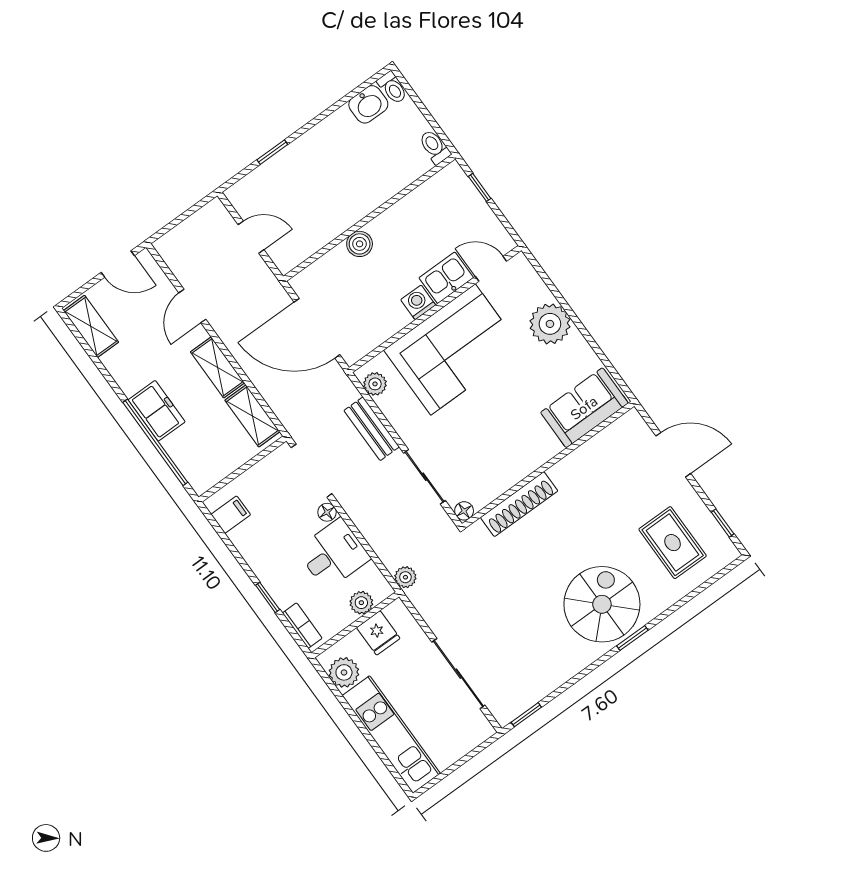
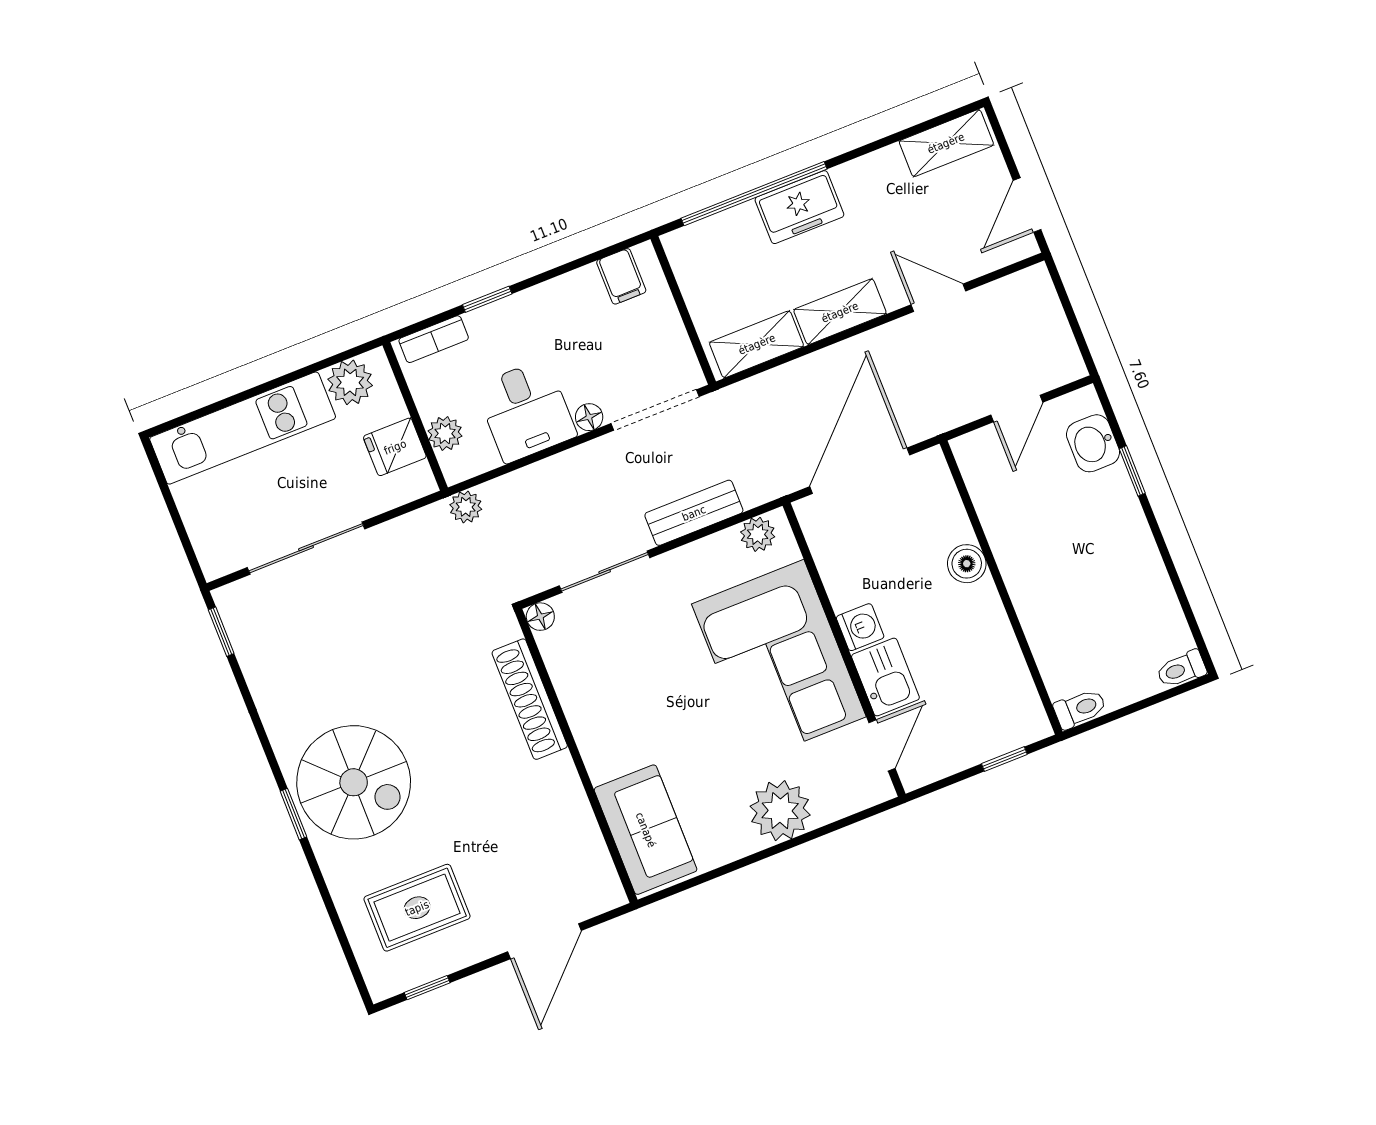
washbasin: (368, 104) -> (1093, 443), moved

